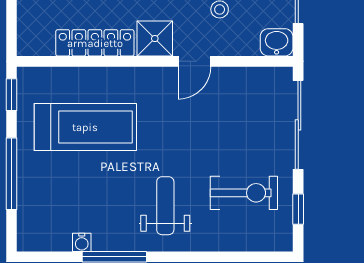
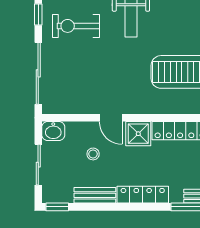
door: (194, 61) -> (111, 118), swing flipped

